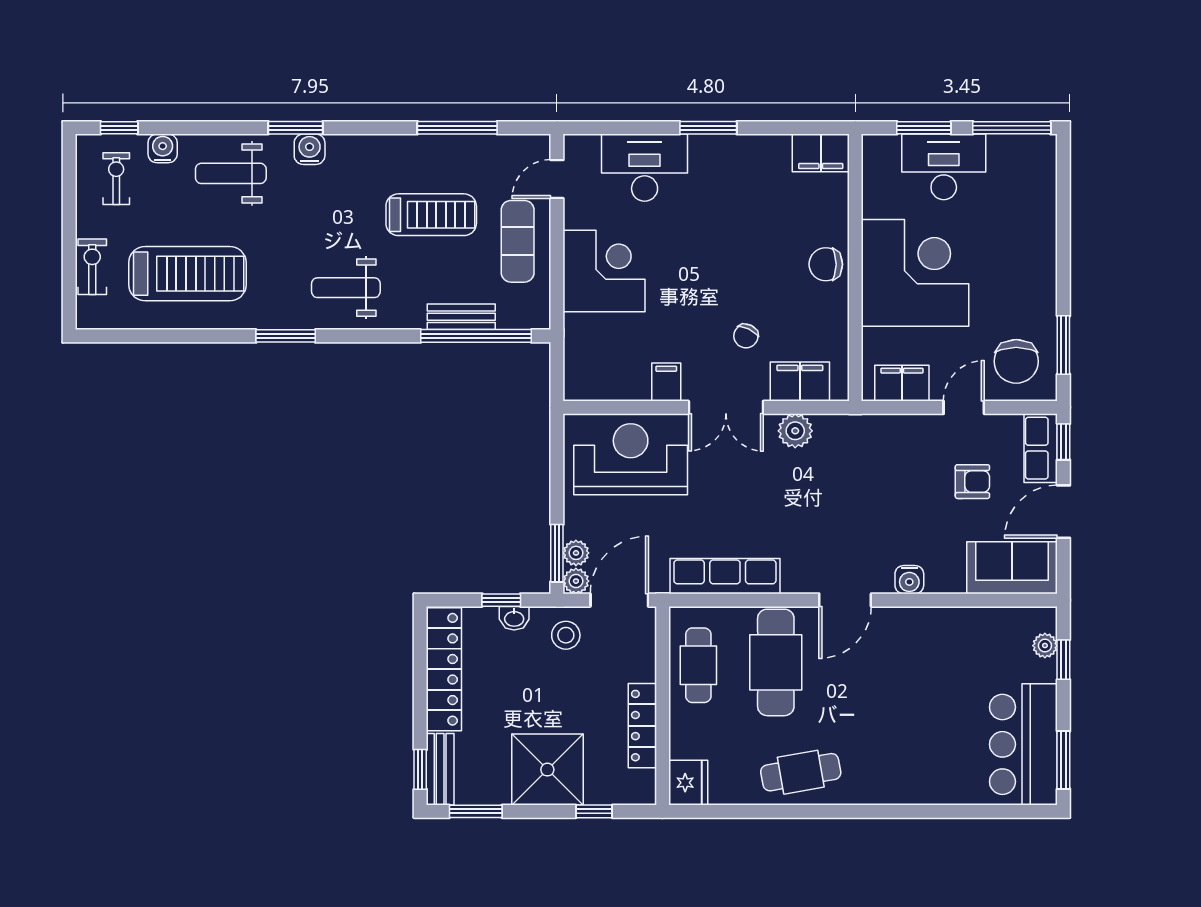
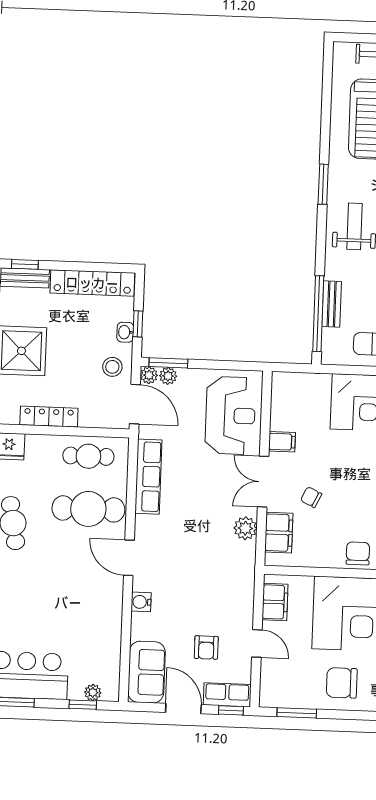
chair: (1016, 361) -> (342, 683), moved

